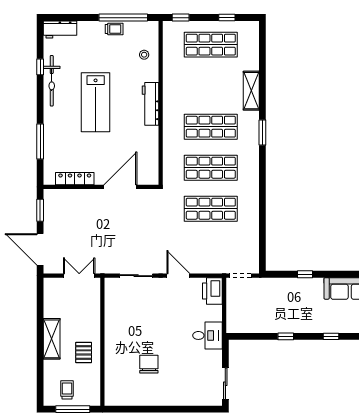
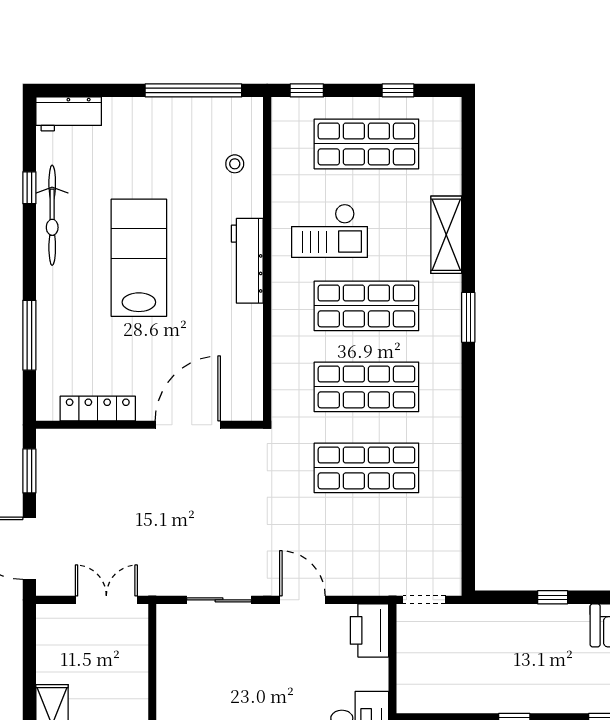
trolley: (114, 29) -> (175, 113), removed
checkout: (192, 89) -> (330, 231), added
lab bench: (96, 102) -> (139, 258), turned 180

